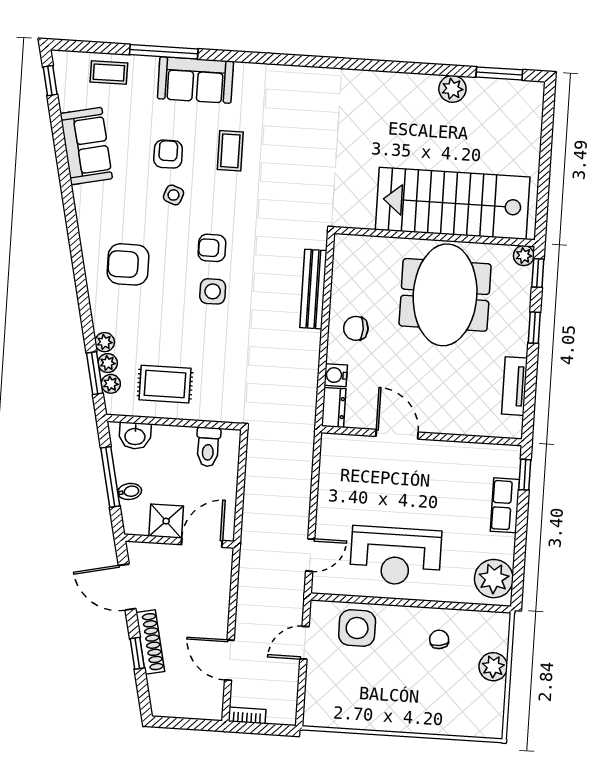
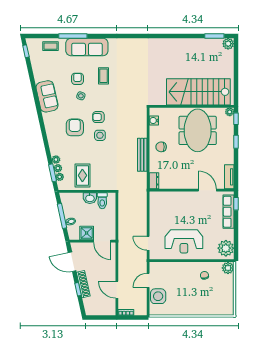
sofa: (195, 80) -> (87, 47), width x1.36
plant: (452, 89) -> (228, 44), moved
sofa: (86, 146) -> (47, 96), moved
armchair: (128, 264) -> (75, 127), moved, turned 90
bench: (313, 289) -> (142, 155), moved
water cooler: (336, 375) -> (154, 121), moved
rug: (165, 384) -> (82, 175), turned 90
tv unit: (515, 386) -> (229, 177), moved
door: (397, 434) -> (207, 190), moved
washbasin: (135, 436) -> (90, 198), moved
row of seats: (505, 505) -> (228, 212), width x1.48
door: (202, 543) -> (102, 241), swing flipped
door: (310, 555) -> (148, 243), swing flipped
side table: (357, 628) -> (158, 296), moved
plant: (493, 667) -> (228, 268), moved

